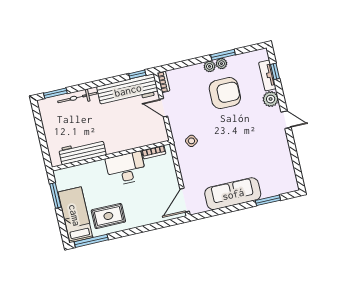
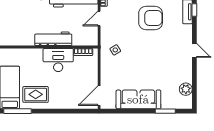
plant: (271, 99) -> (186, 89), moved
door: (164, 108) -> (99, 19), hinge flipped
workbench: (82, 152) -> (53, 39), moved

